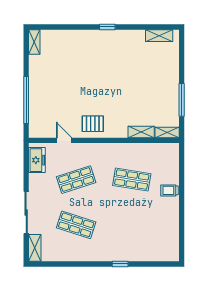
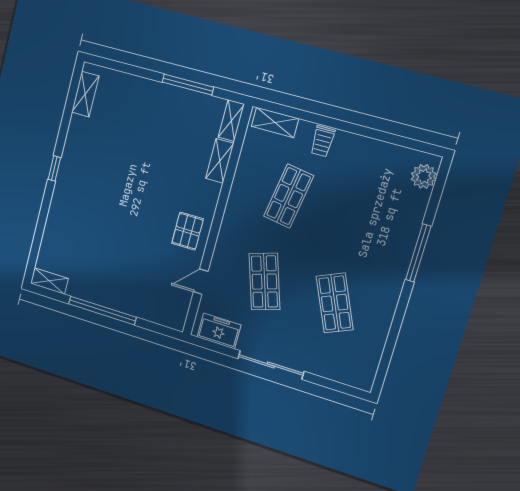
window: (26, 100) -> (102, 310), moved
sliding door: (26, 212) -> (271, 365), moved
shop shelf: (76, 225) -> (335, 303), turned -42
shelving: (35, 248) -> (275, 123), moved
plant: (165, 254) -> (424, 176), added
window: (120, 264) -> (418, 253), width x2.17

